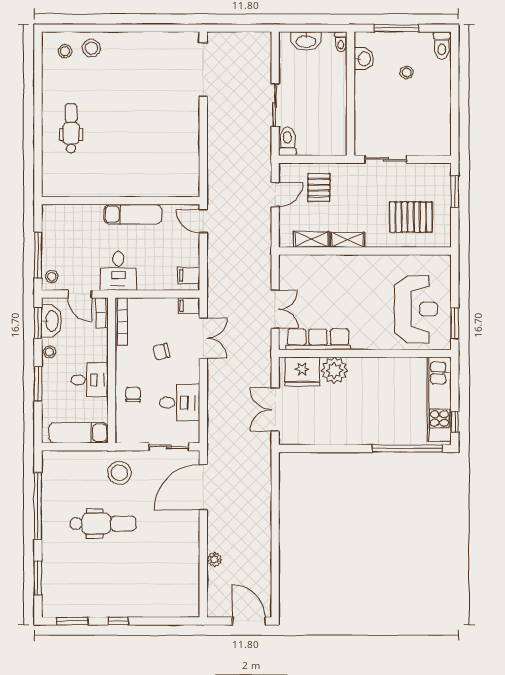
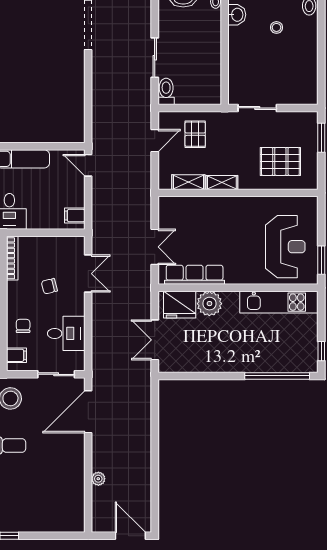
filing cabinet: (189, 306) -> (16, 355), moved, turned 180
kitchen unit: (439, 399) -> (279, 302), moved, turned -90

